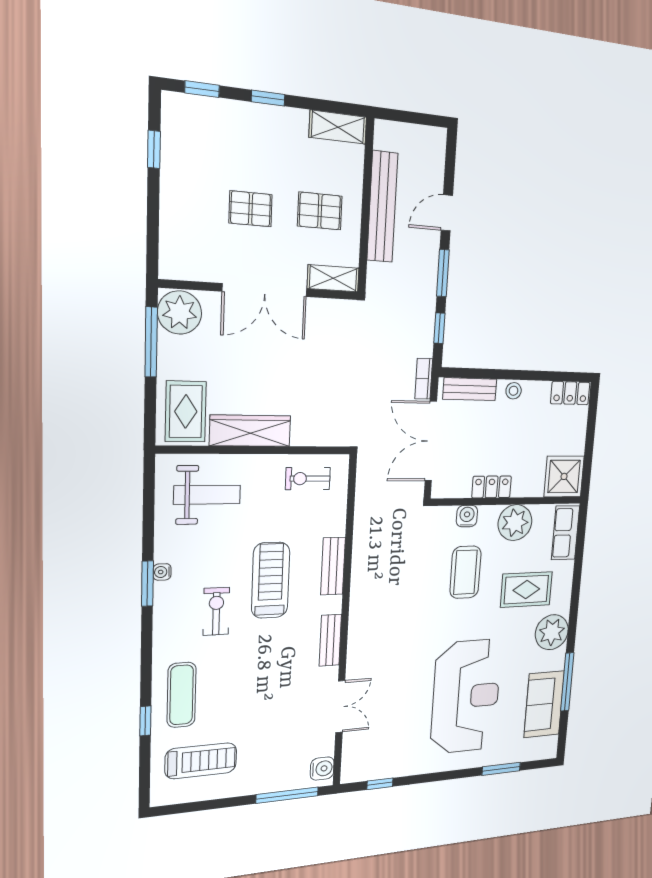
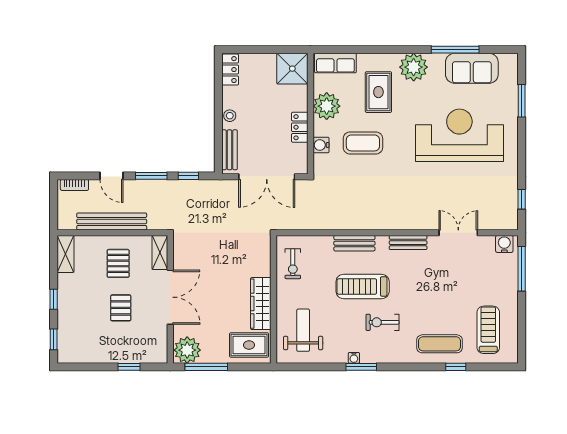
window: (154, 149) -> (129, 367), moved
bookcase: (424, 379) -> (74, 185), moved

